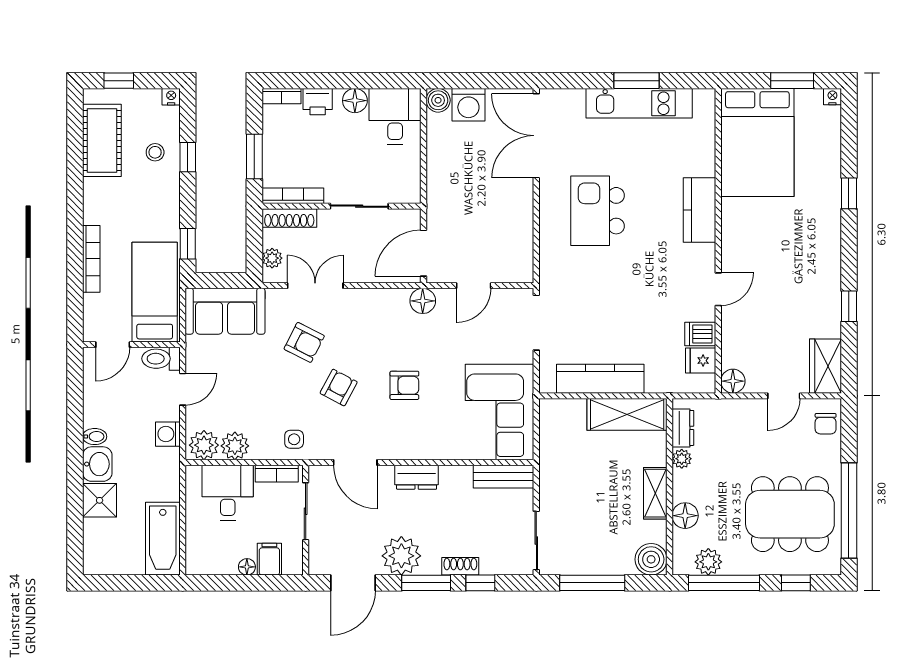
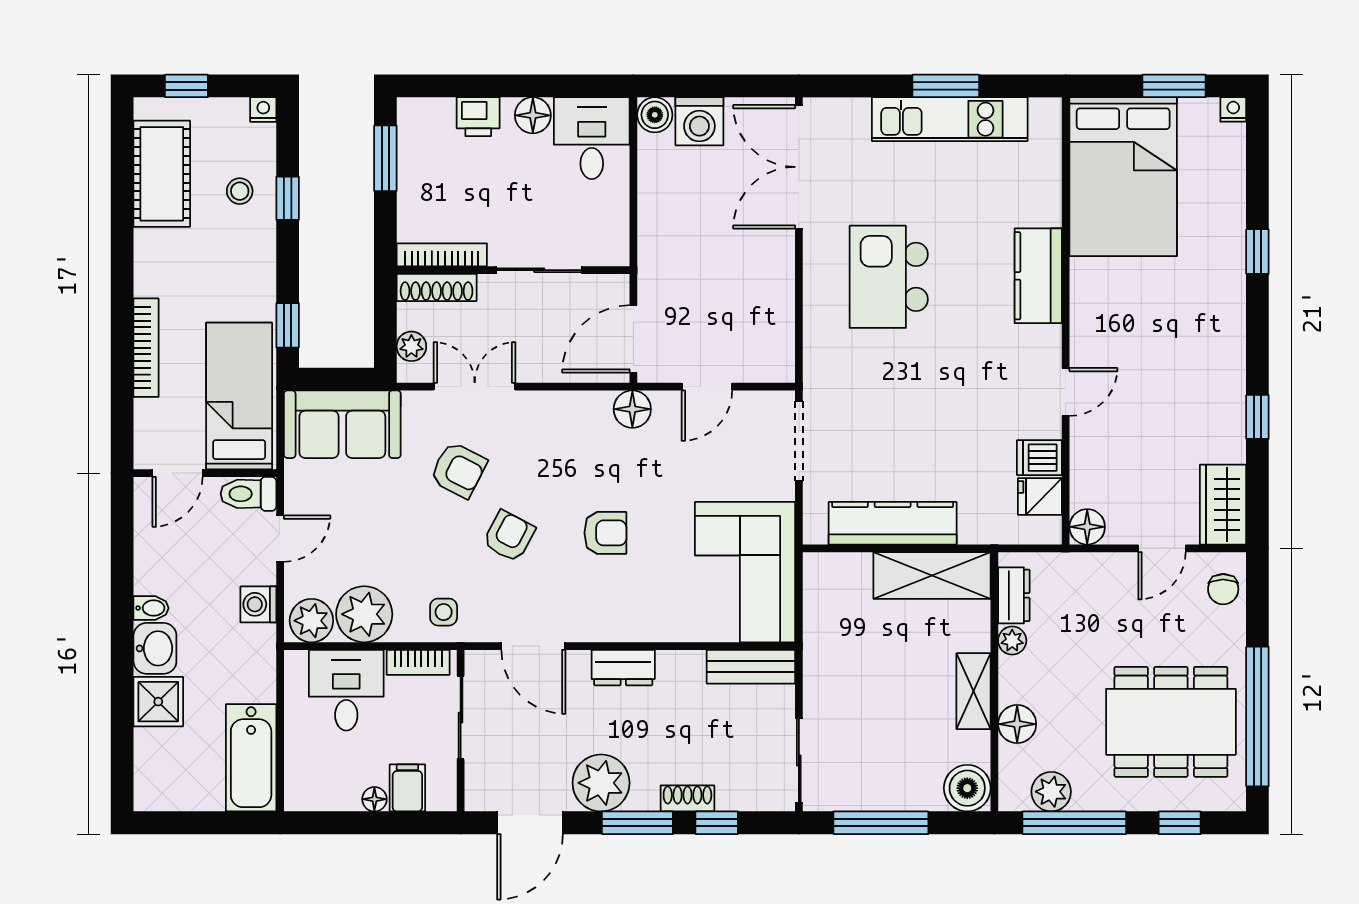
bookcase: (282, 96) -> (425, 109), removed
window: (254, 156) -> (385, 158), moved
plant: (235, 446) -> (364, 614), width x1.36, depth x1.36

